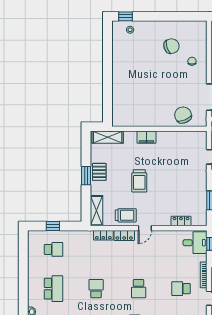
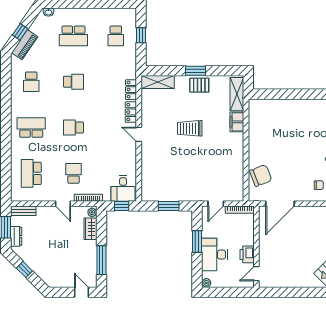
filing cabinet: (146, 137) -> (237, 122), moved
trolley: (126, 215) -> (153, 114), removed
locker: (181, 221) -> (146, 173), removed

